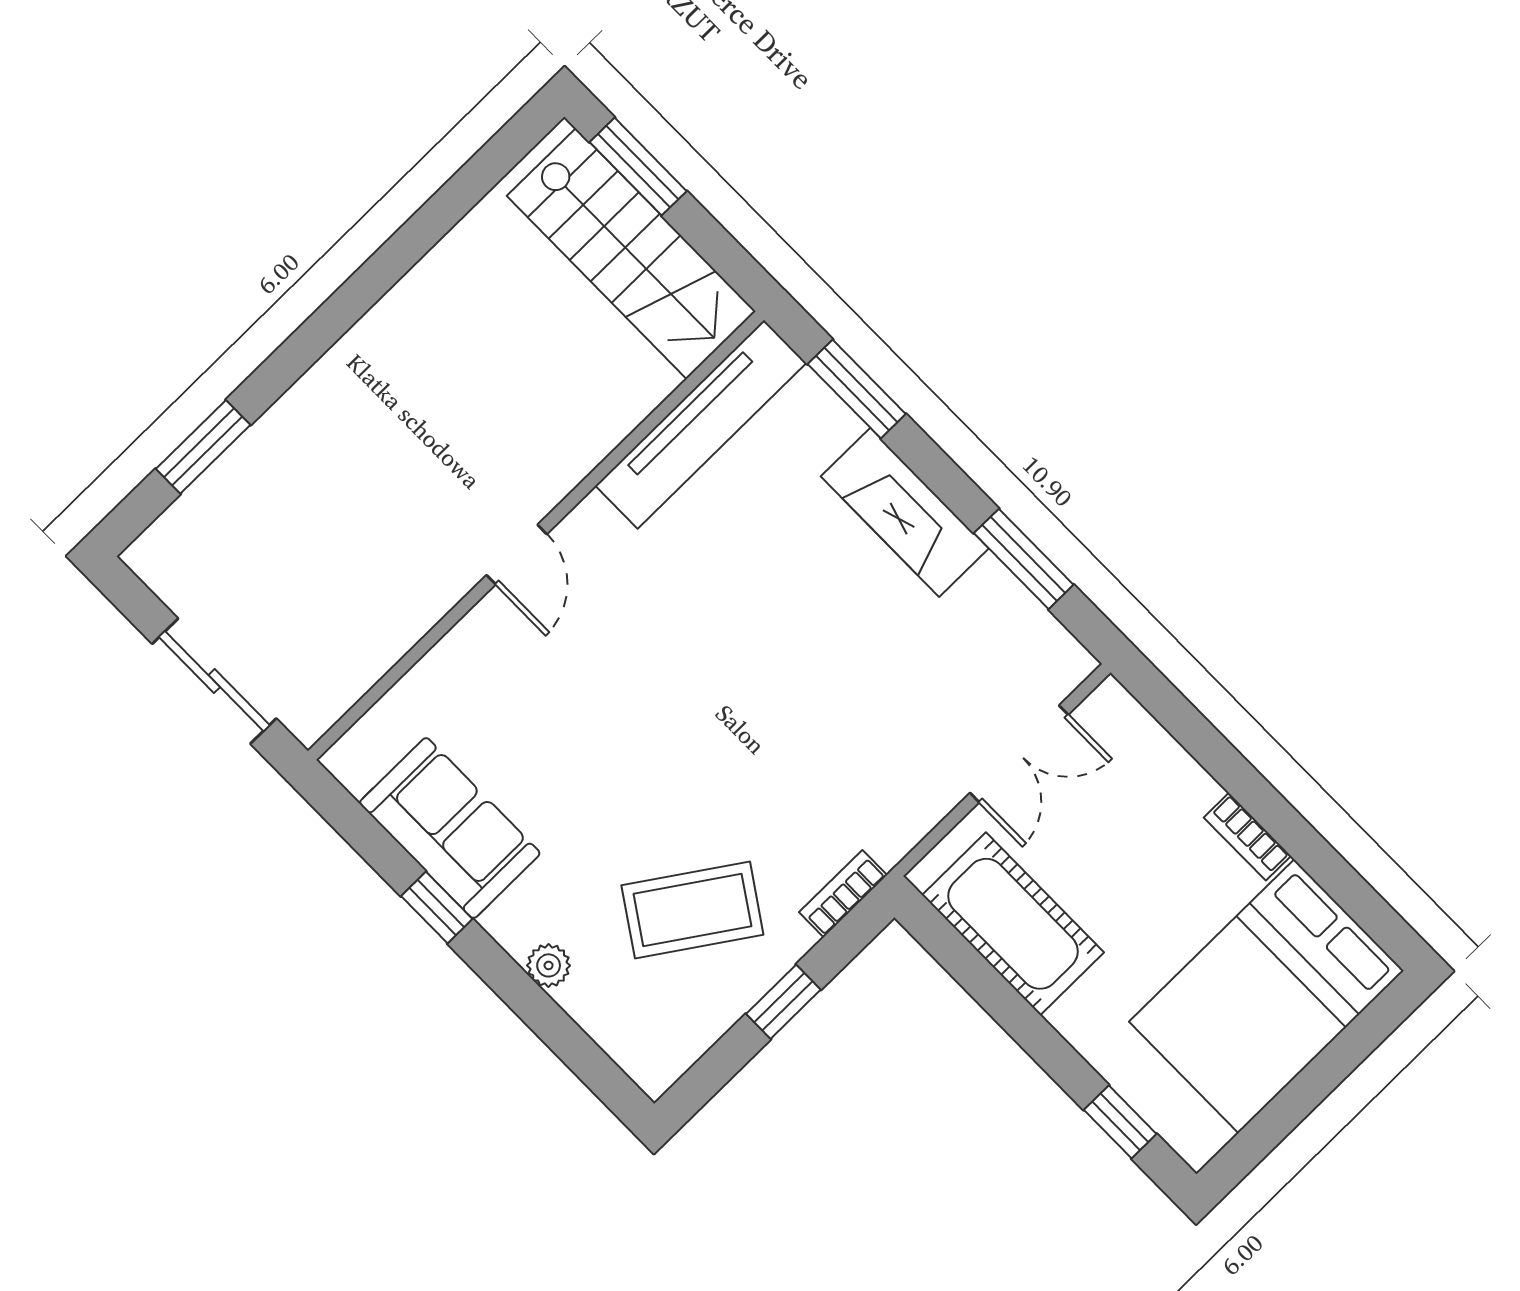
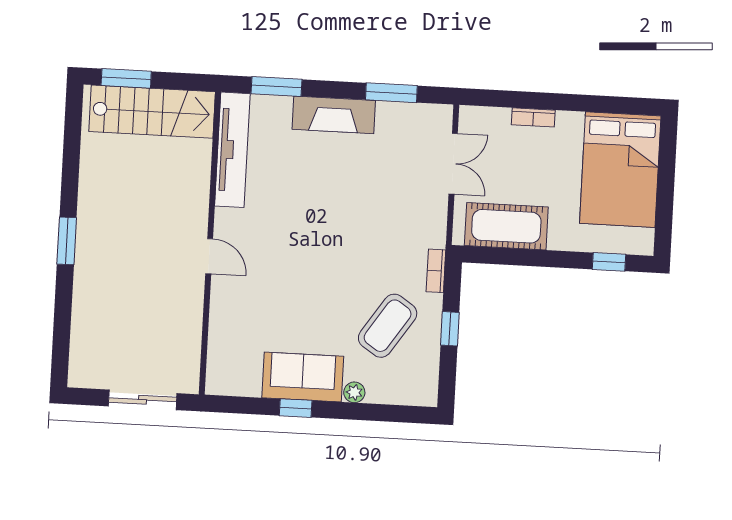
window: (203, 447) -> (67, 241), moved
sofa: (450, 828) -> (303, 377), moved
bookcase: (1247, 837) -> (533, 117), moved

